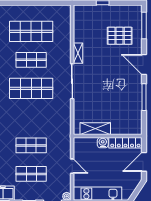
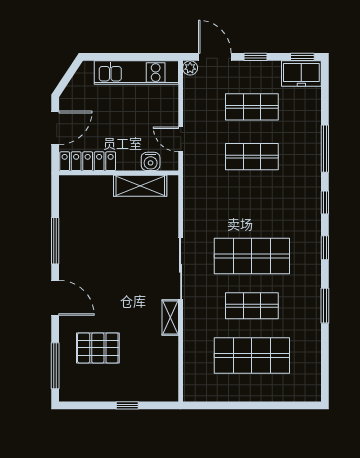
water cooler: (103, 143) -> (151, 161), moved
door: (72, 166) -> (181, 139), moved

